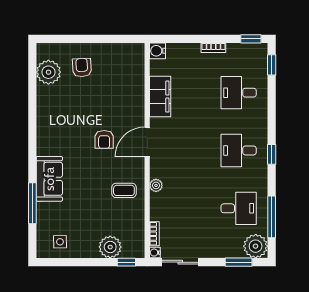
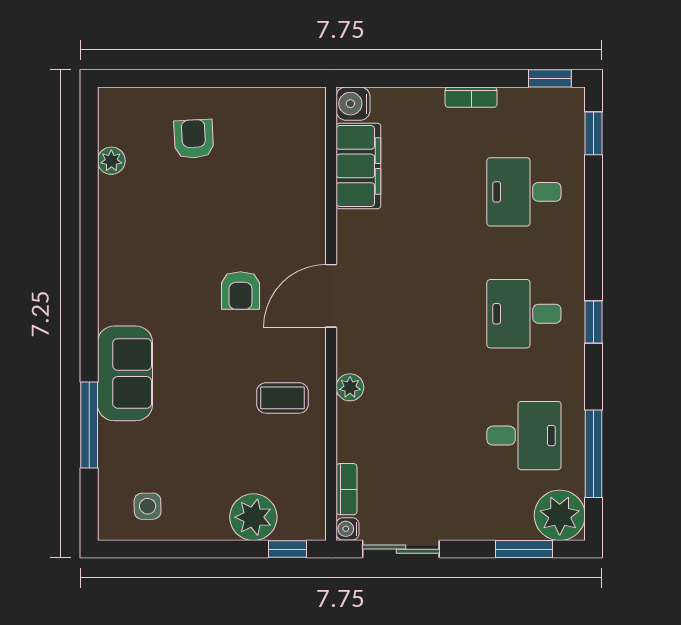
plant: (48, 72) -> (111, 161), width x0.53, depth x0.53
filing cabinet: (160, 97) -> (358, 166), moved

